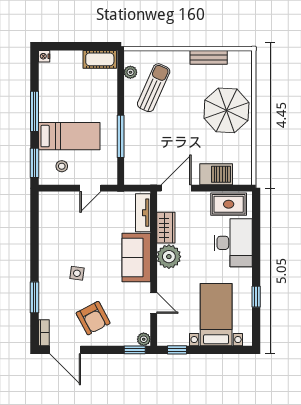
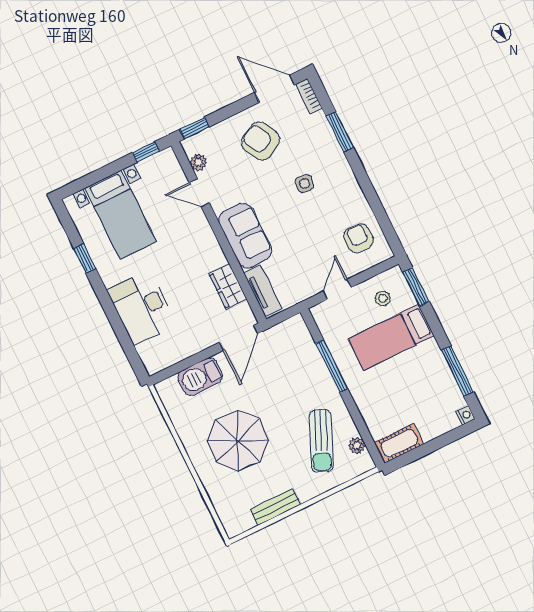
parasol: (226, 110) -> (238, 441), moved
window: (35, 111) -> (457, 371), moved
rug: (229, 204) -> (169, 349), removed
armchair: (58, 217) -> (359, 238), added
plant: (169, 257) -> (208, 255), removed
plant: (144, 339) -> (198, 162), moved

